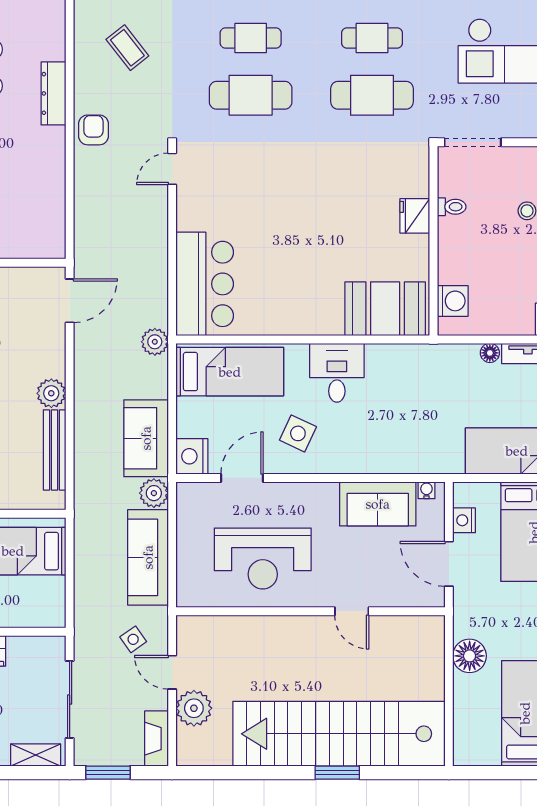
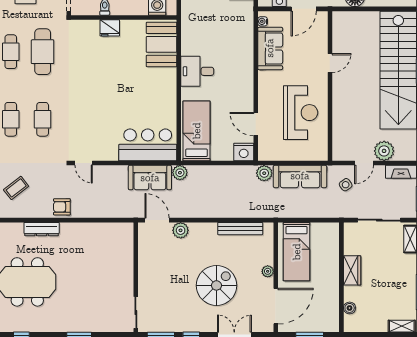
cafe table: (251, 95) -> (43, 119), width x0.73, depth x0.74
plant: (51, 393) -> (181, 230), moved
side table: (298, 433) -> (231, 93), removed
sofa: (146, 438) -> (150, 178), moved

